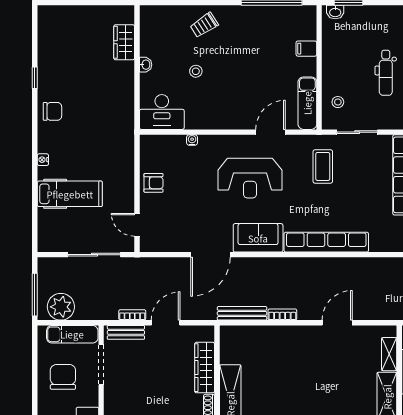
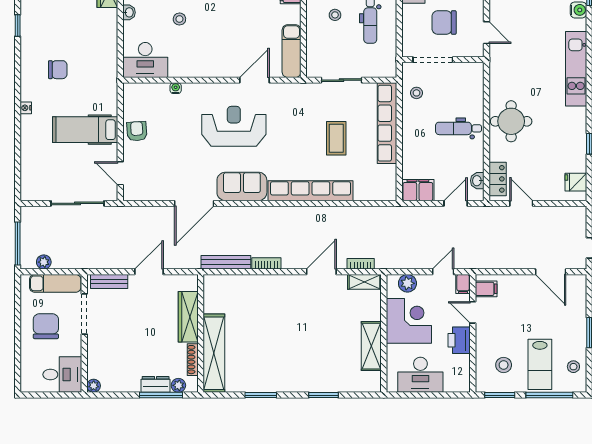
stool: (338, 102) -> (335, 15), moved
chair: (52, 111) -> (58, 70), moved
coffee table: (323, 166) -> (336, 138), moved
reception desk: (250, 178) -> (234, 126), turned 180
armchair: (153, 183) -> (137, 131), turned -94
hospital bed: (70, 194) -> (85, 130), moved, turned 180
plant: (61, 307) -> (44, 262), width x0.53, depth x0.53
bookcase: (132, 315) -> (361, 264), moved
shelving: (389, 354) -> (364, 282), moved, turned 90

